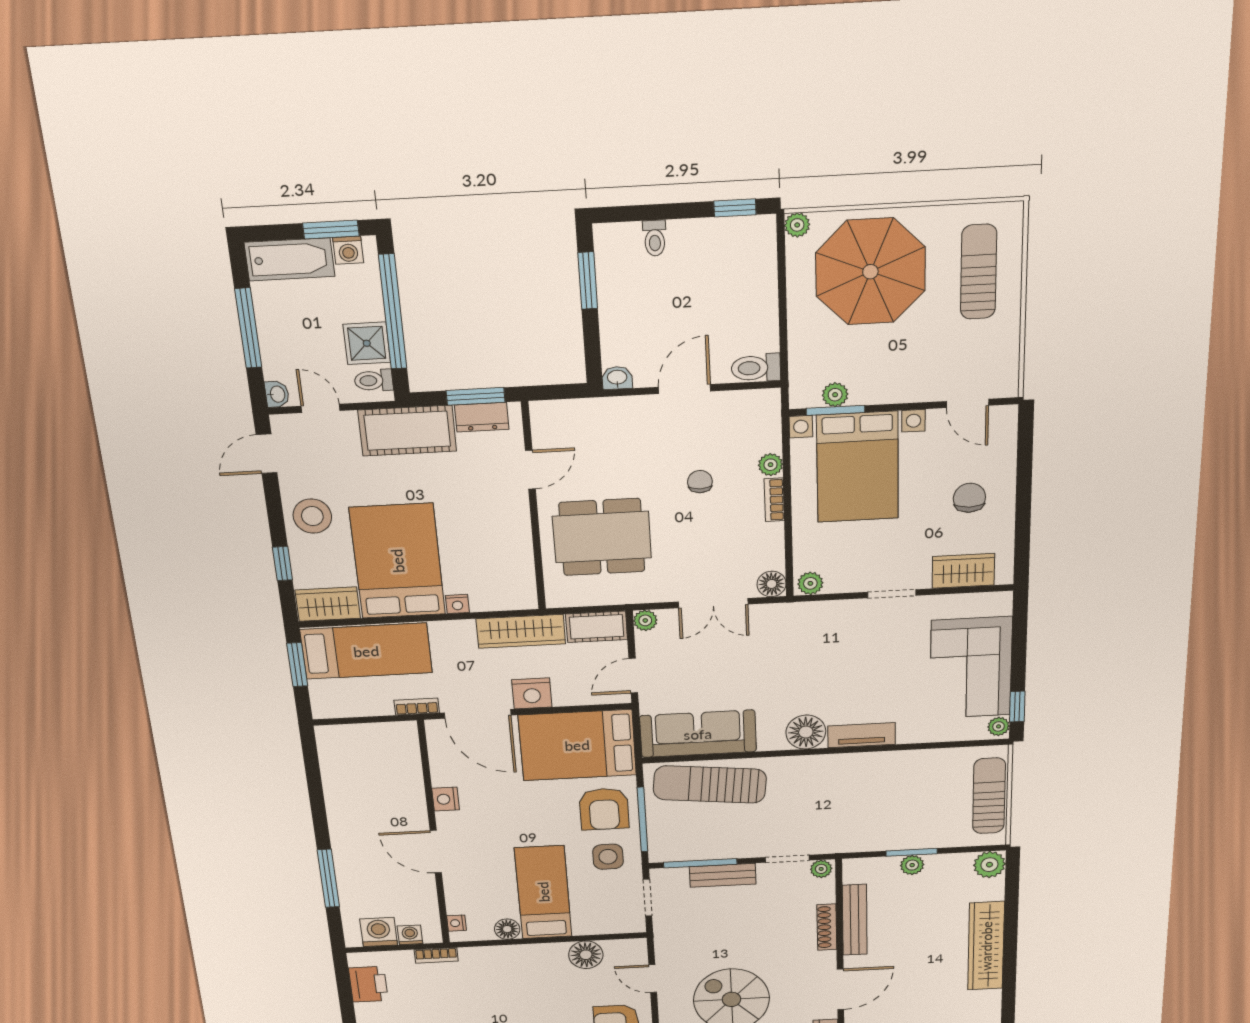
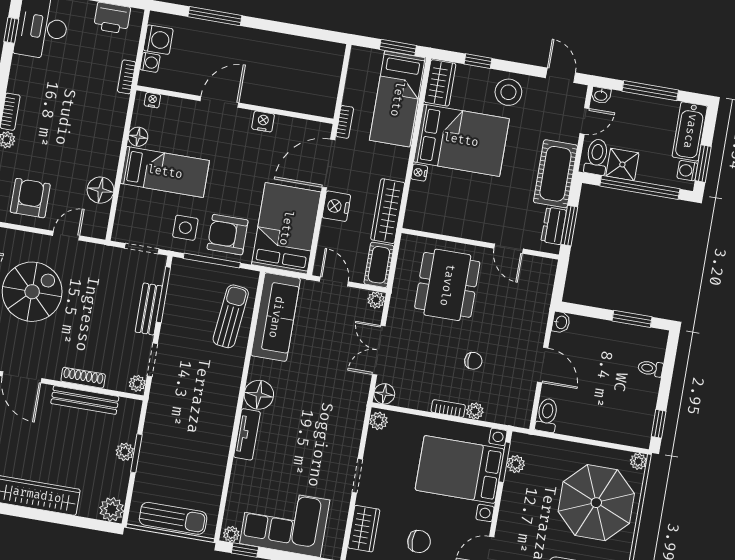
toilet: (374, 380) -> (597, 157), width x1.37, depth x1.39
sun lounger: (710, 784) -> (231, 316), width x0.73, depth x0.75

